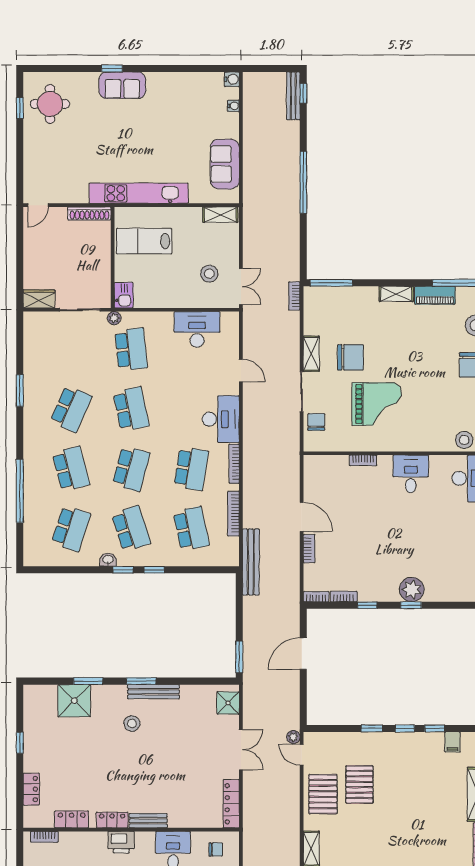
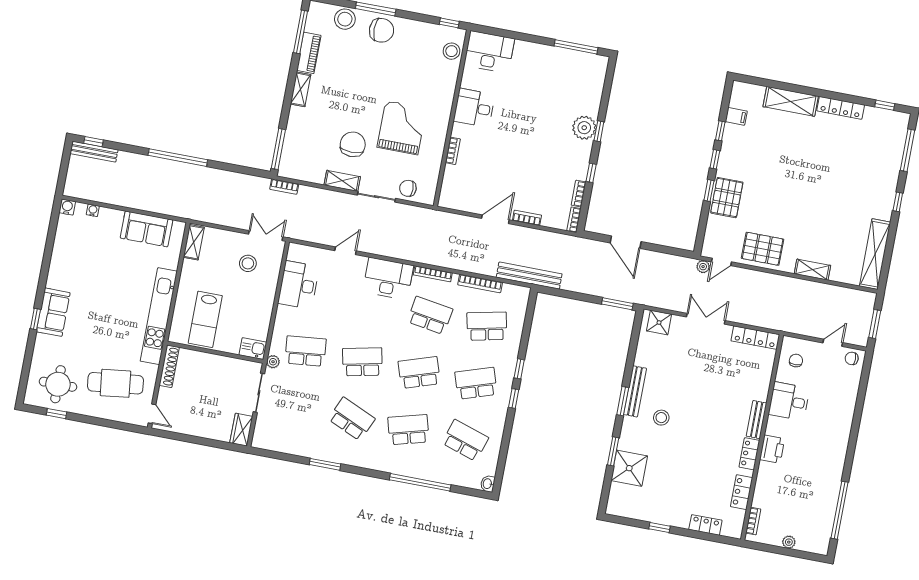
cafe table: (62, 162) -> (115, 383), added
school desk: (131, 469) -> (419, 373), turned -33
washbasin: (108, 560) -> (488, 484), moved
pallet: (359, 784) -> (727, 198), moved, turned 90

